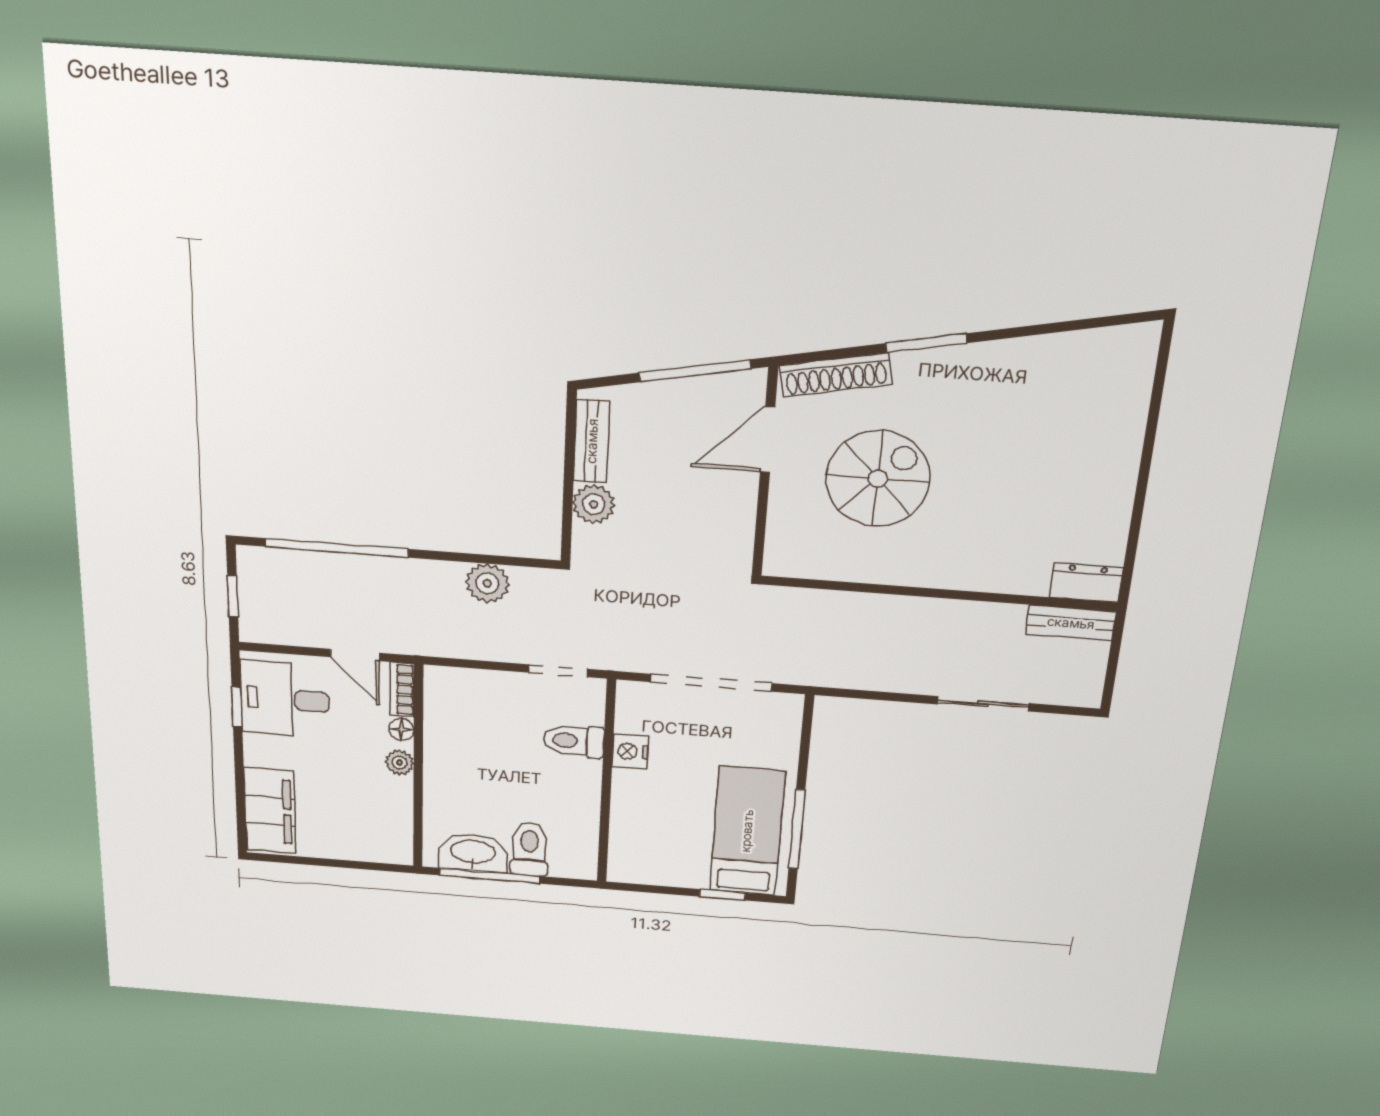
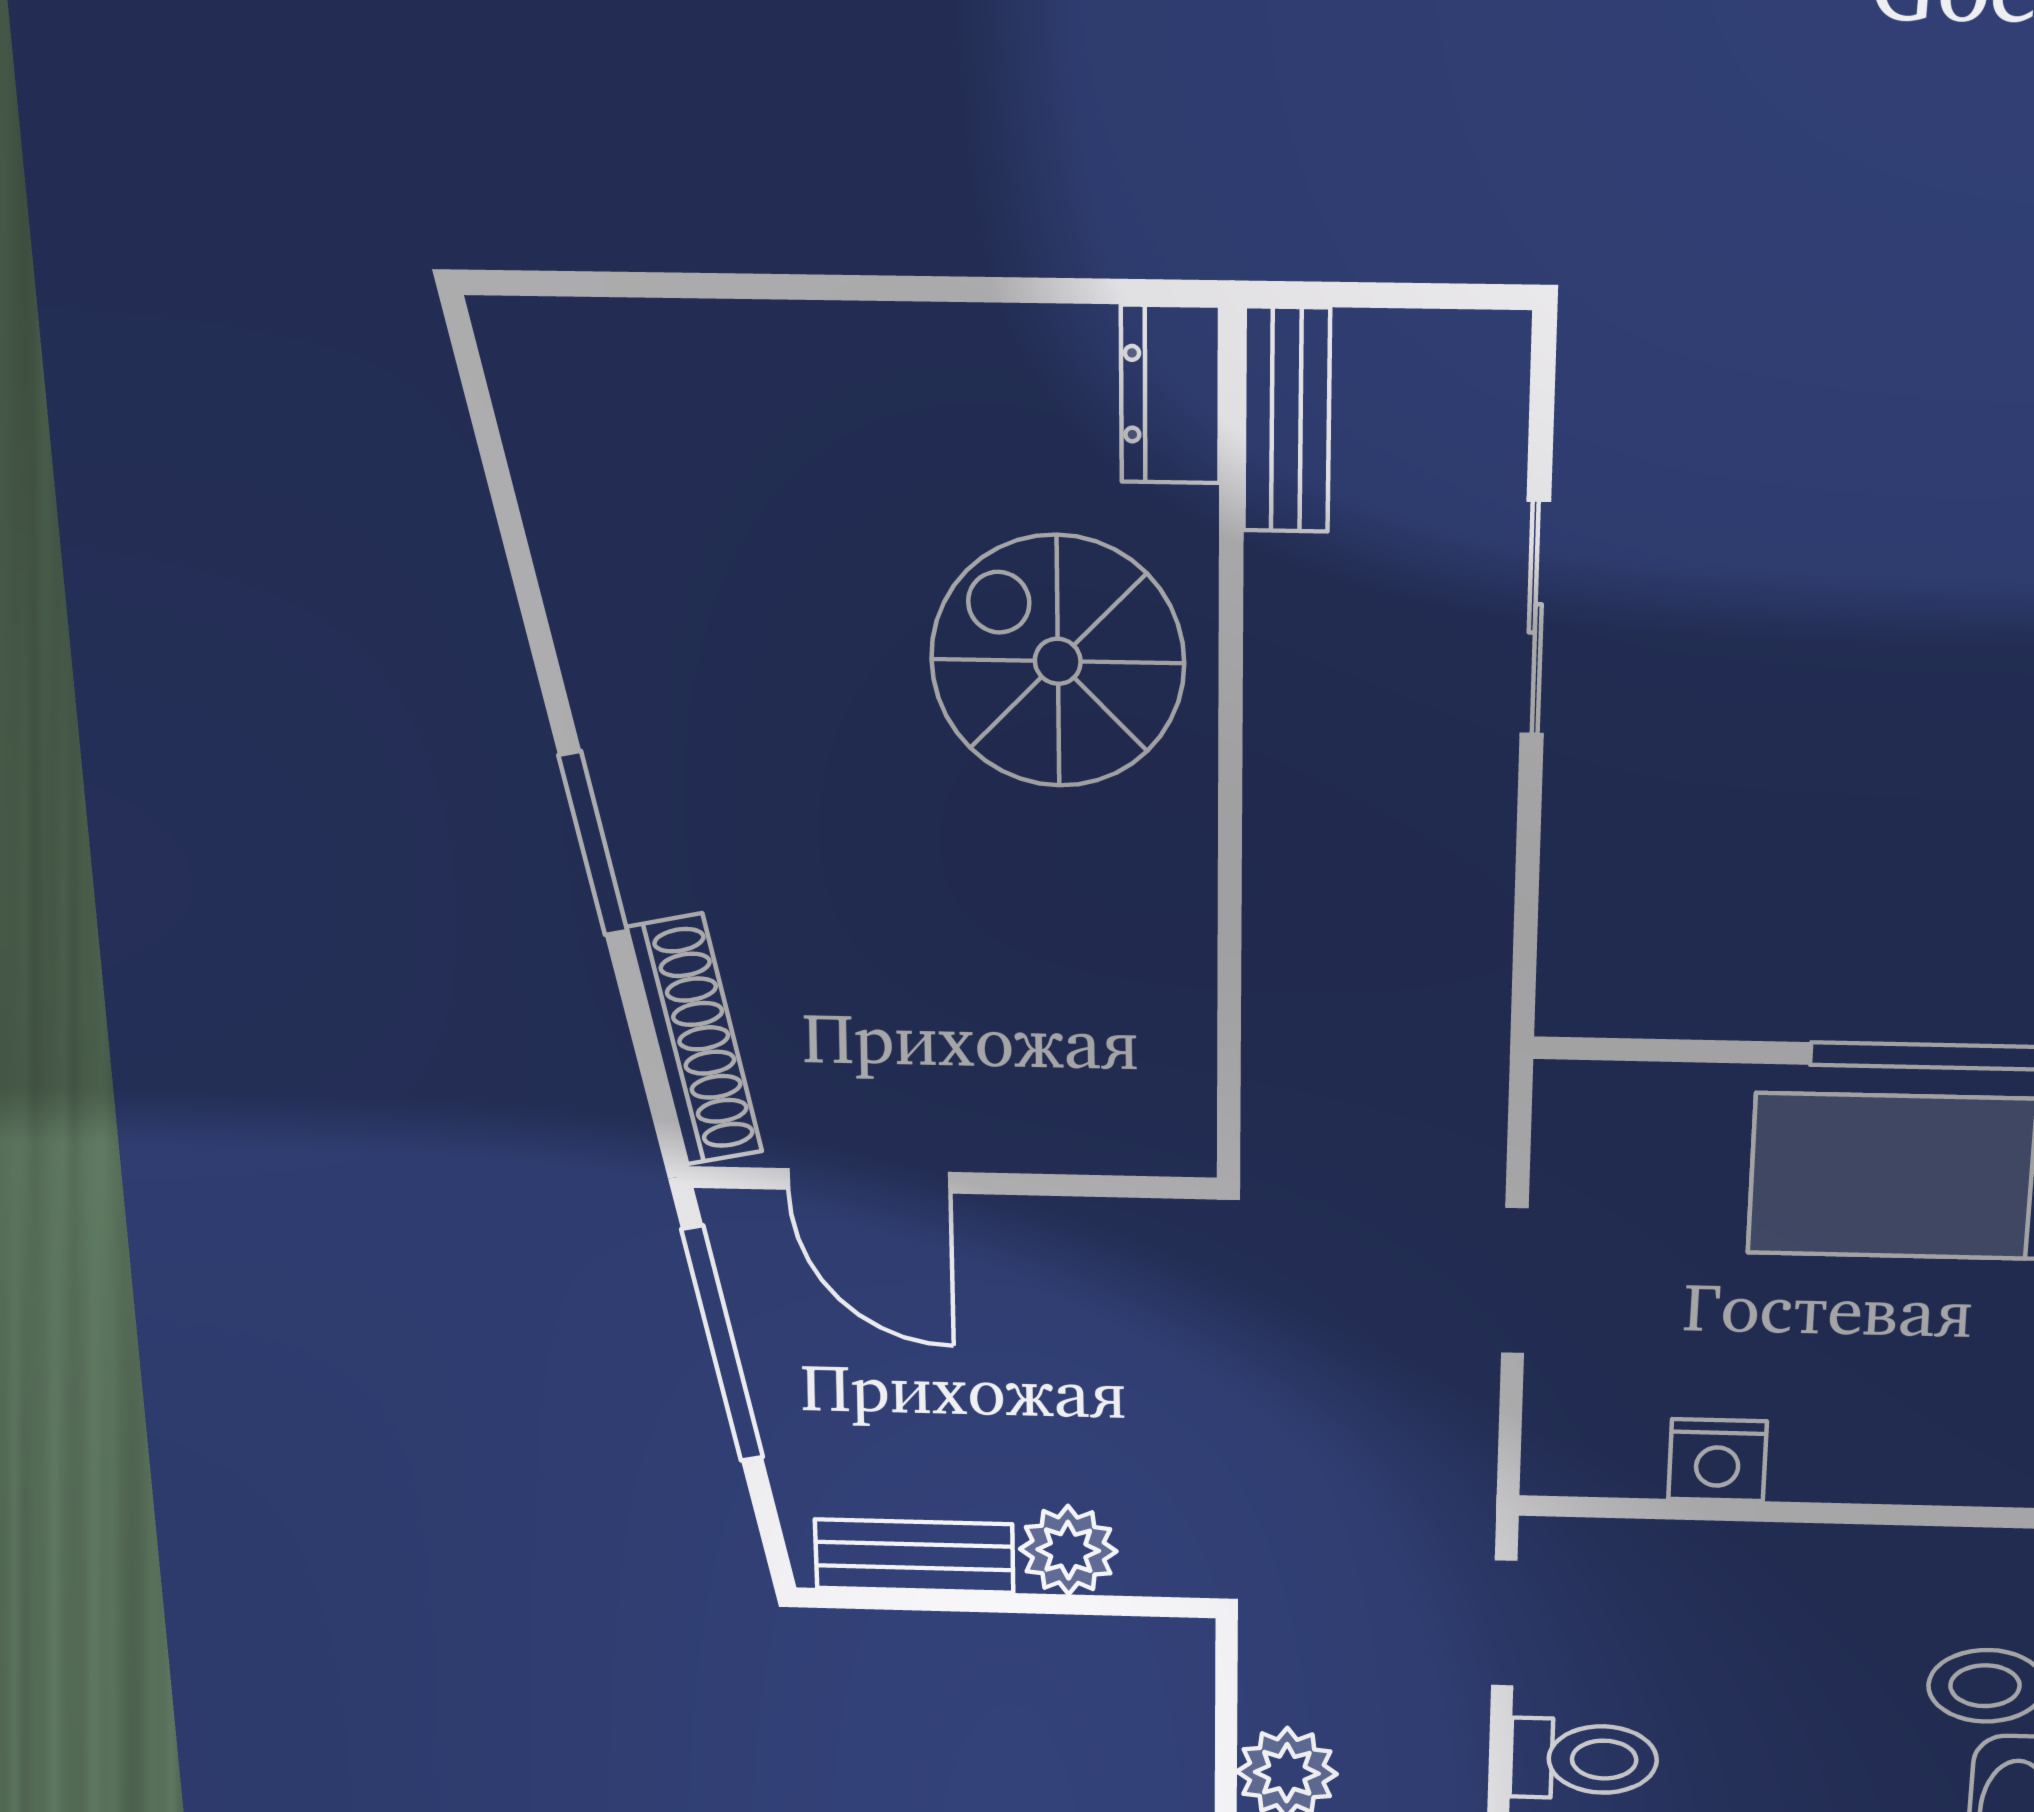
spiral stairs: (878, 479) -> (1058, 661), moved
doorway: (711, 683) -> (1515, 1281), width x0.53
toilet: (574, 741) -> (1584, 1759), moved, turned -90

